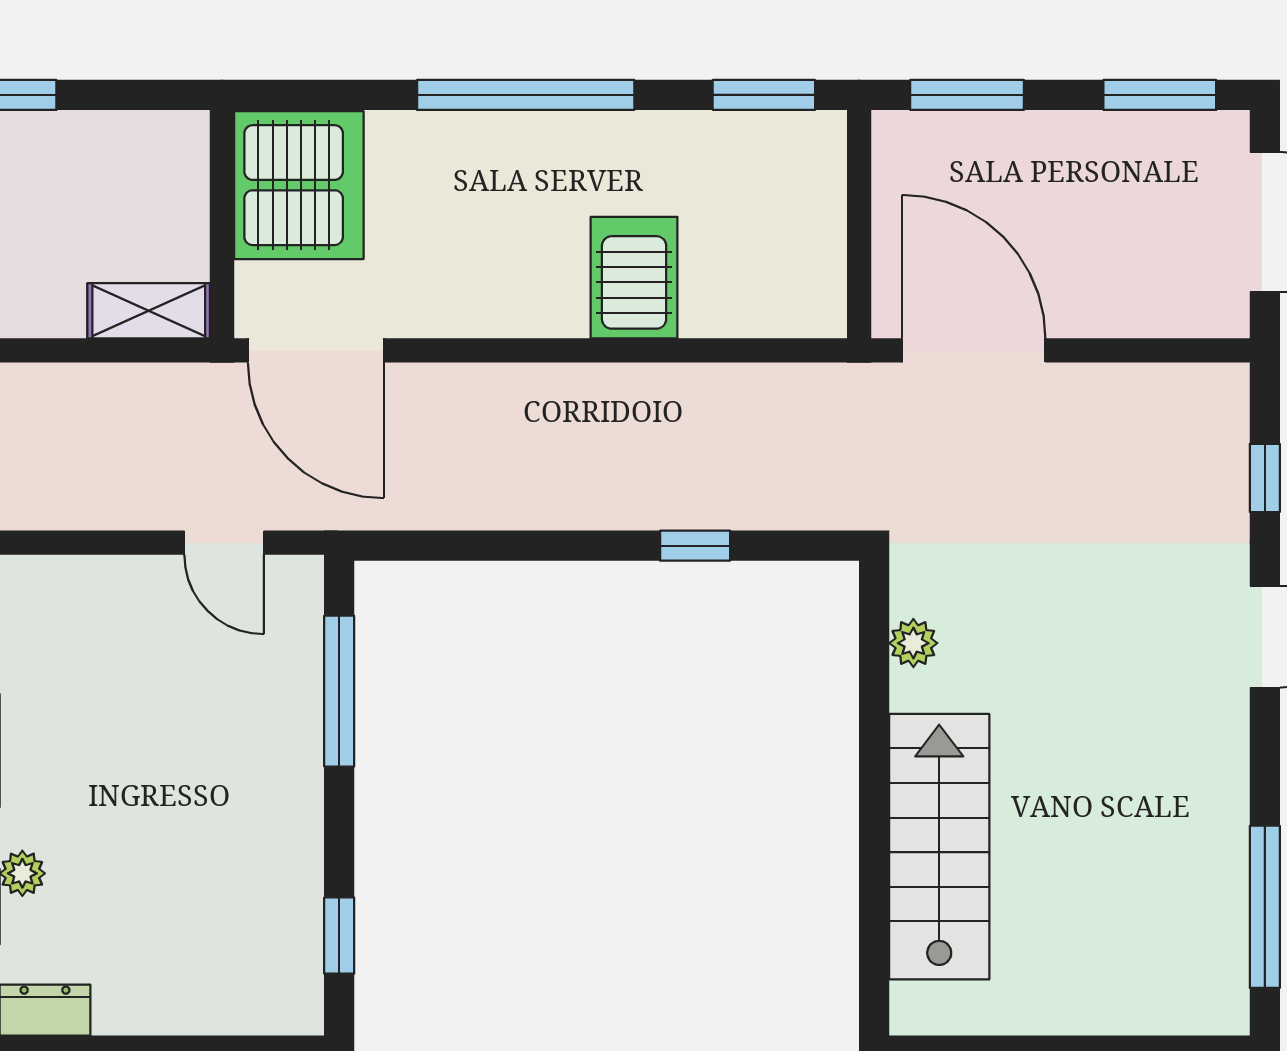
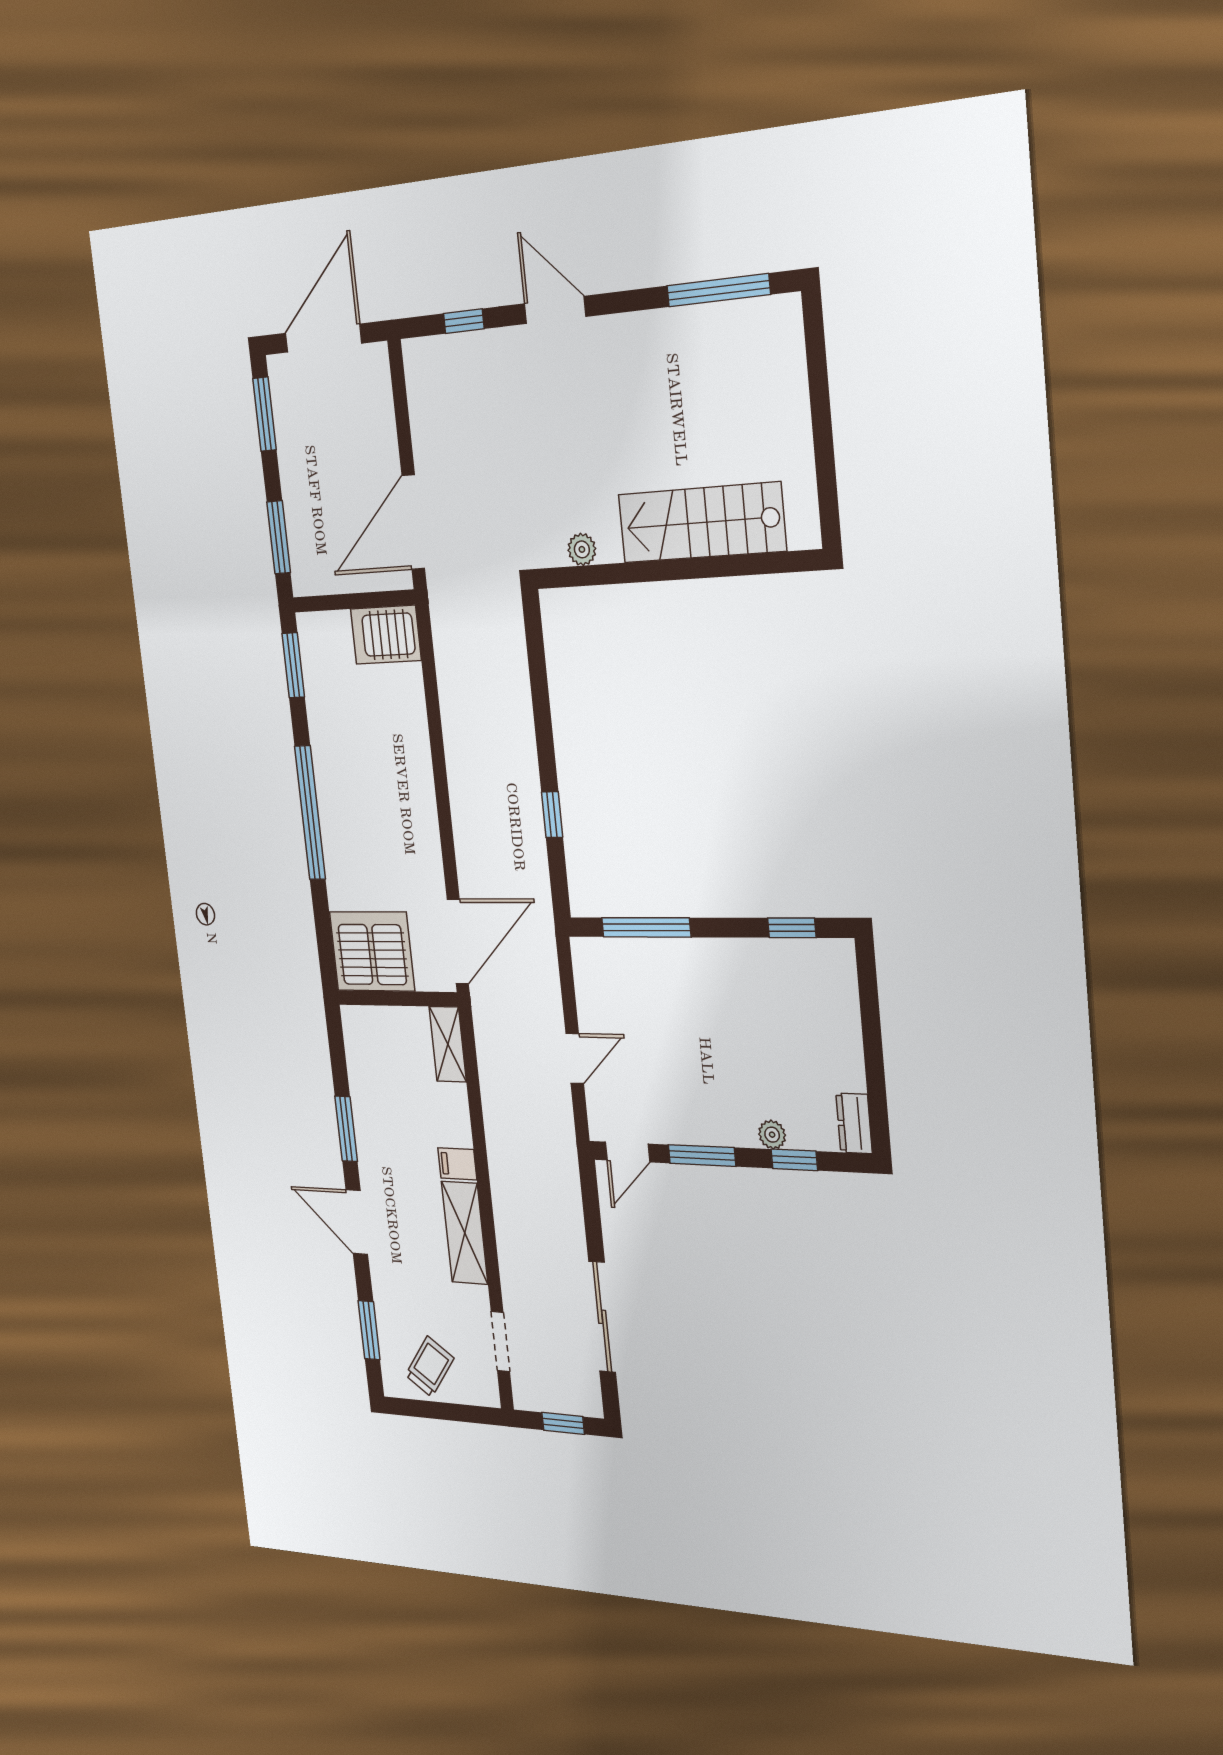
server rack: (634, 278) -> (386, 635), moved
door: (224, 543) -> (575, 1058), moved
window: (695, 546) -> (552, 815), moved

